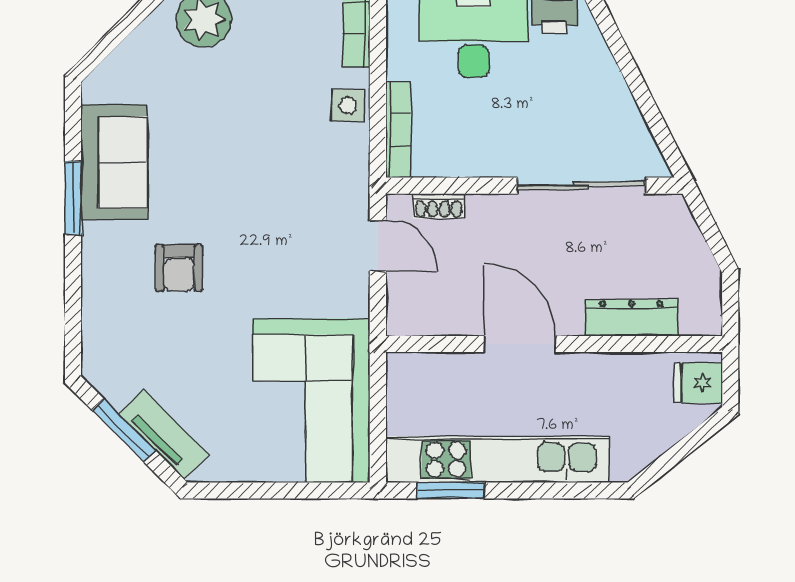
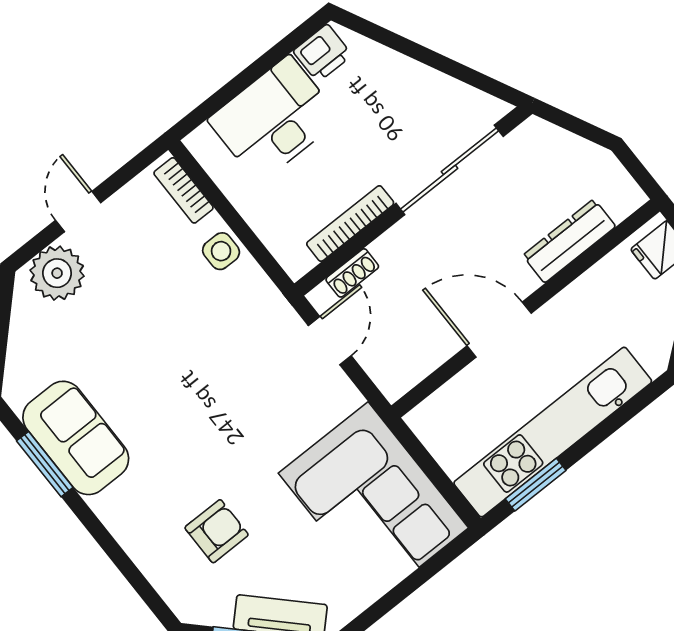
bookcase: (398, 129) -> (350, 223), moved, turned -90
window: (73, 198) -> (45, 464), moved
door: (378, 246) -> (330, 341), hinge flipped
armchair: (179, 268) -> (217, 531), moved, turned -90

